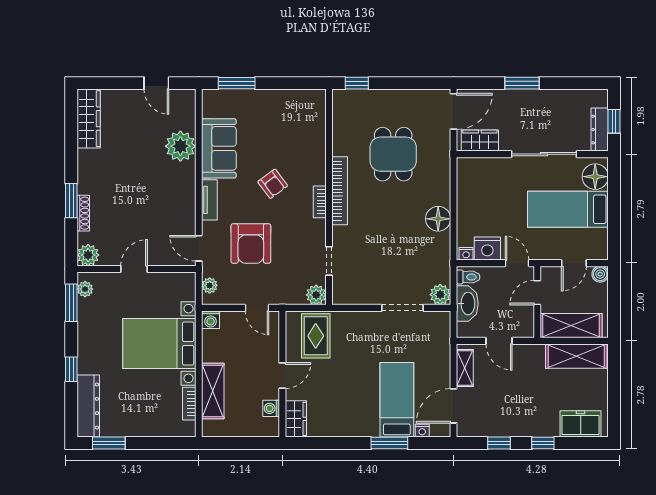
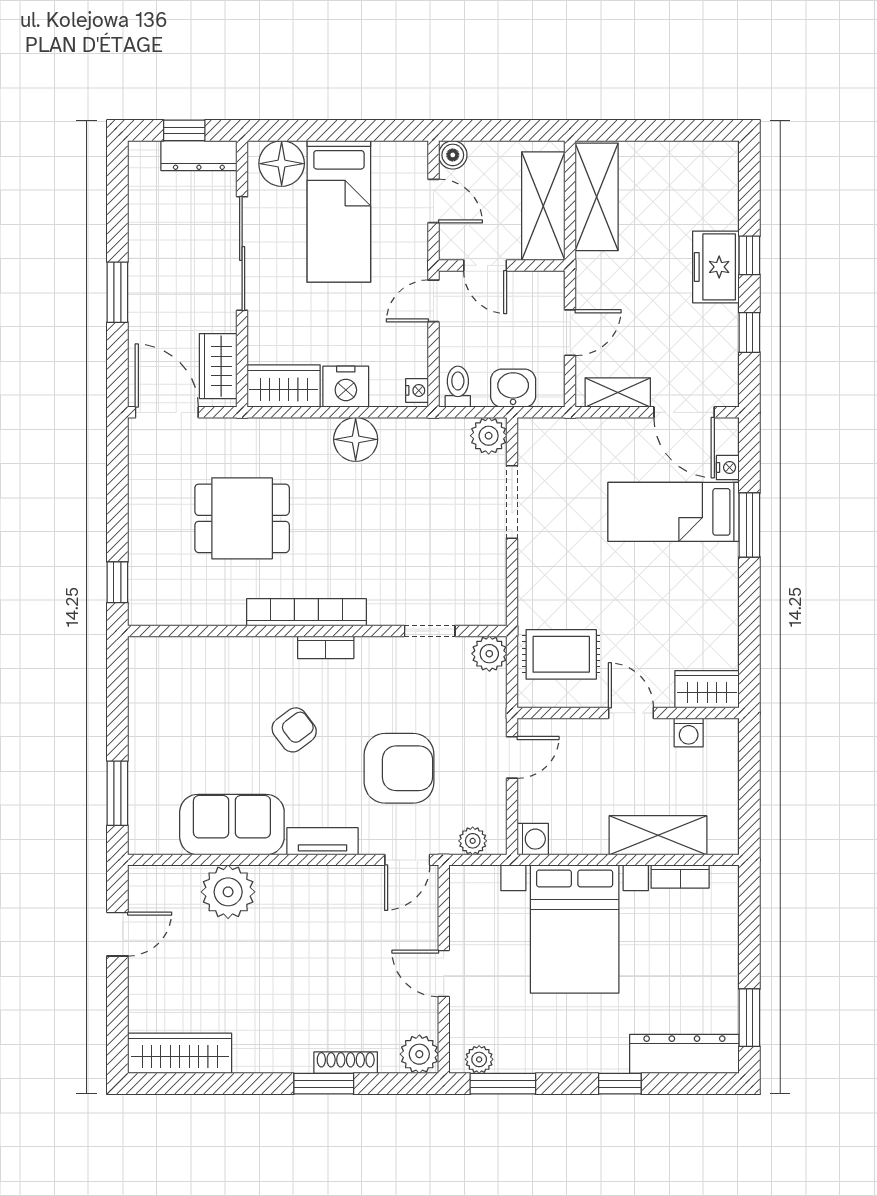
wardrobe: (469, 178) -> (284, 386), added
nightstand: (487, 248) -> (346, 387), moved, turned 90
washbasin: (467, 304) -> (513, 388), width x0.72
freezer: (581, 424) -> (716, 267), moved

